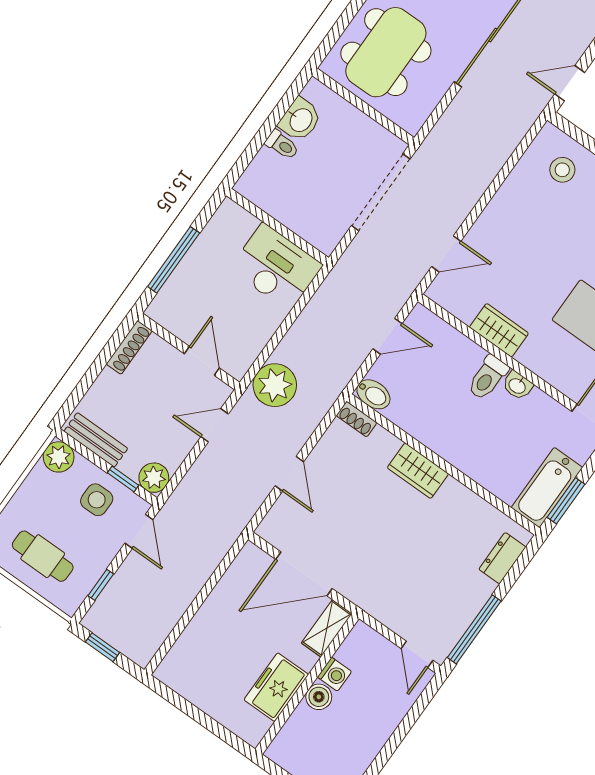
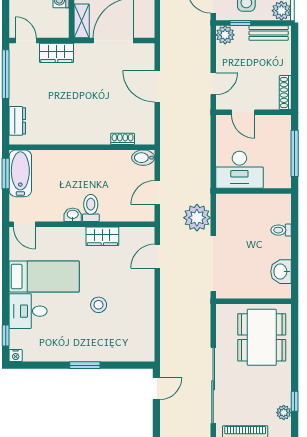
toilet: (282, 145) -> (281, 230), moved
stool: (562, 170) -> (99, 305), moved
wall: (278, 227) -> (253, 191), moved
desk: (276, 267) -> (239, 170), moved
plant: (275, 385) -> (197, 218), moved
shoe rack: (357, 419) -> (123, 139), moved
wardrobe: (418, 471) -> (56, 53), moved, turned 180
door: (289, 474) -> (157, 86), width x1.38

